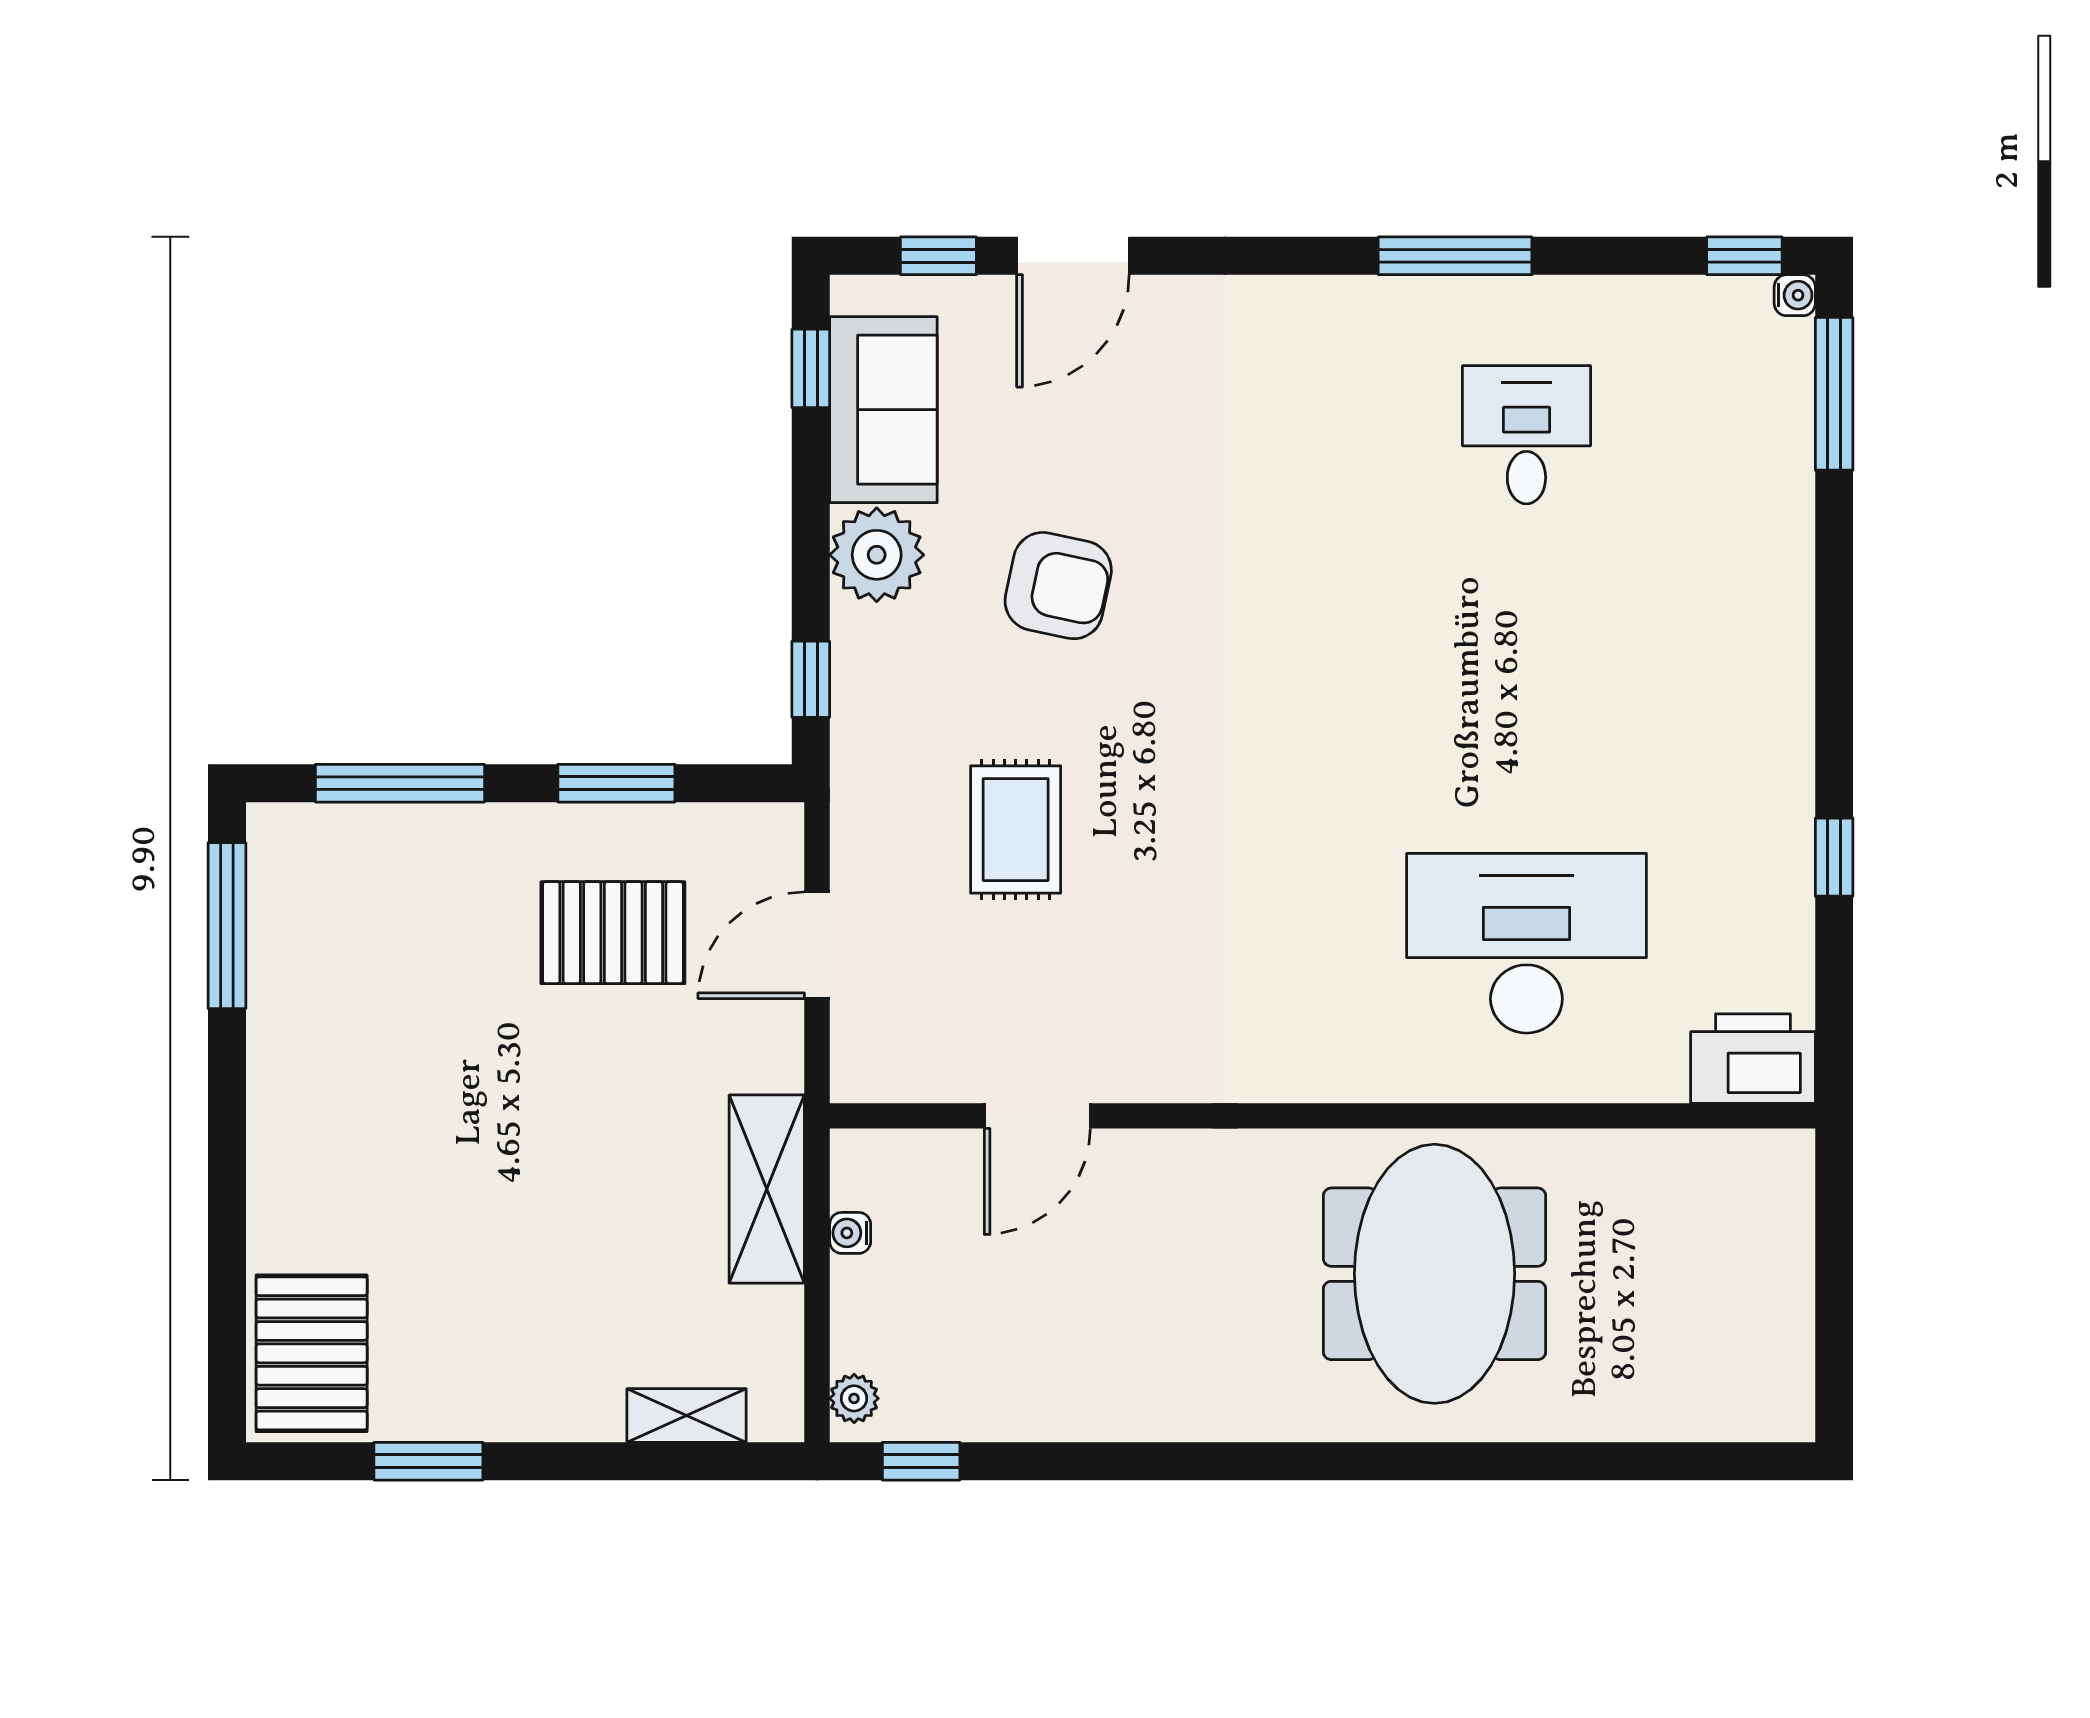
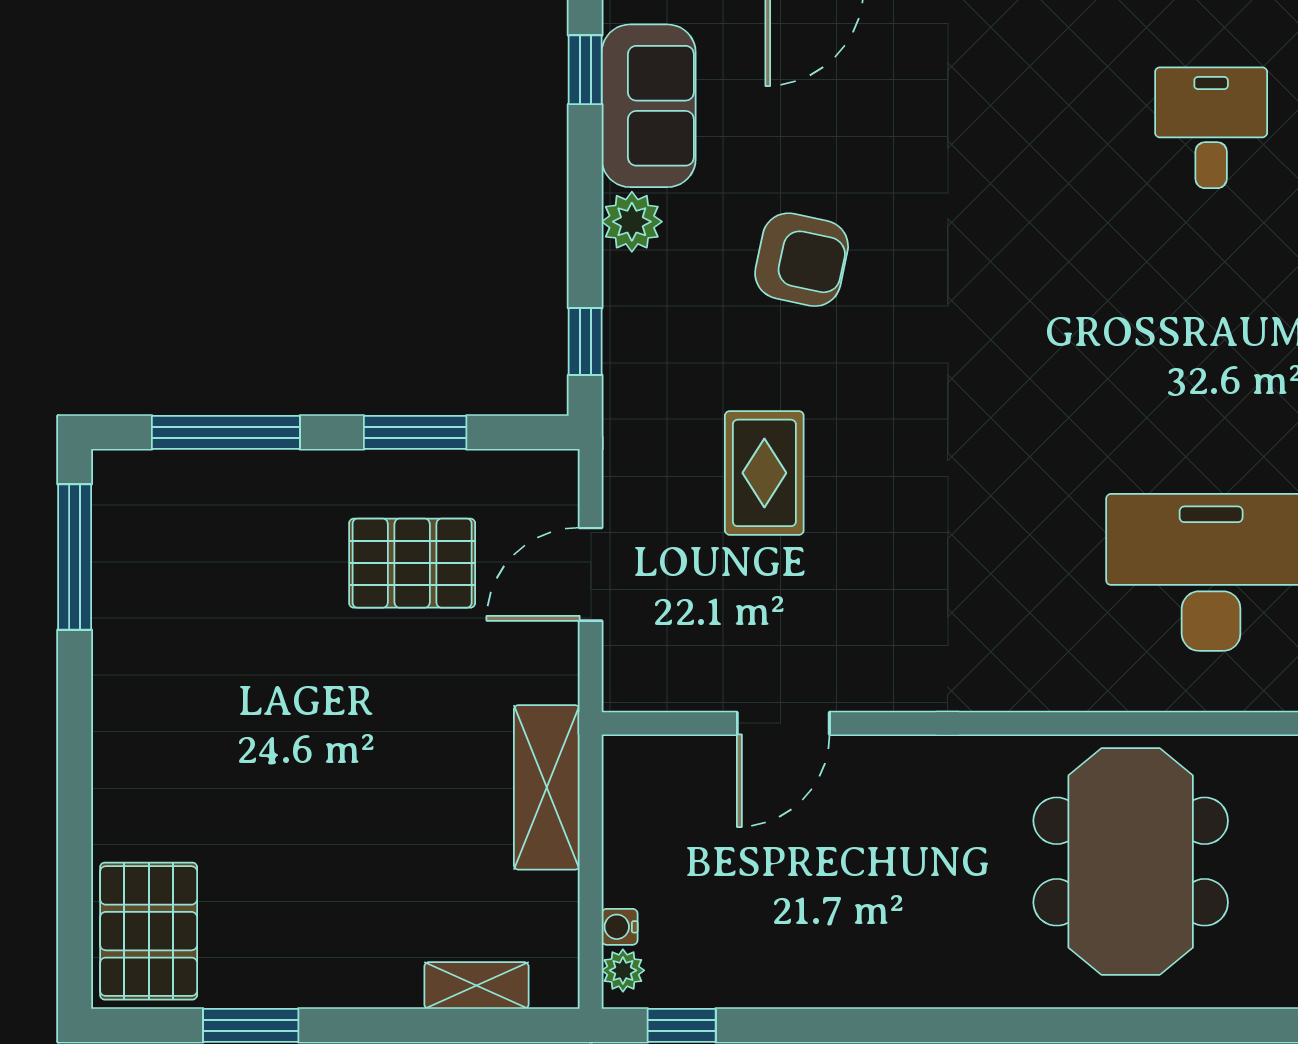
plant: (877, 555) -> (632, 222), width x0.73, depth x0.73
water cooler: (850, 1233) -> (620, 927), moved

